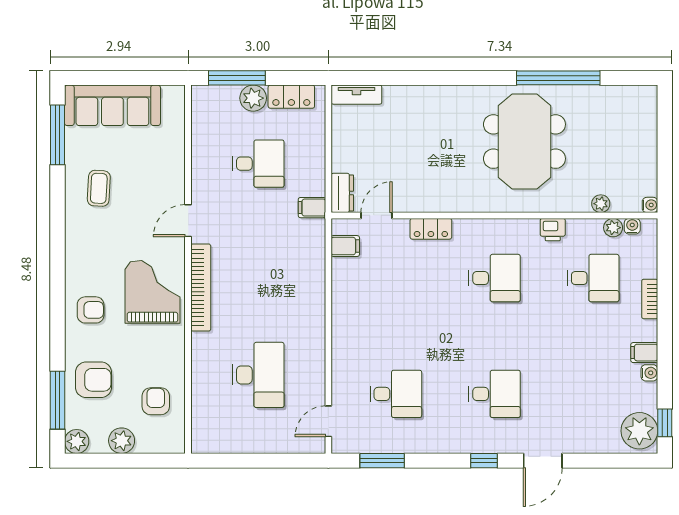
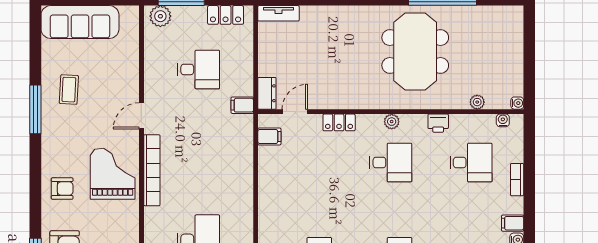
plant: (253, 98) -> (160, 16), moved
window: (58, 135) -> (35, 109), moved
plant: (613, 228) -> (392, 122), moved

